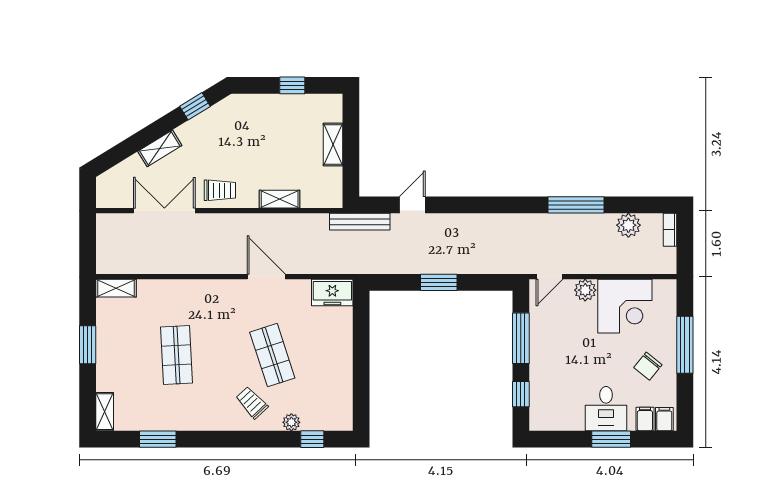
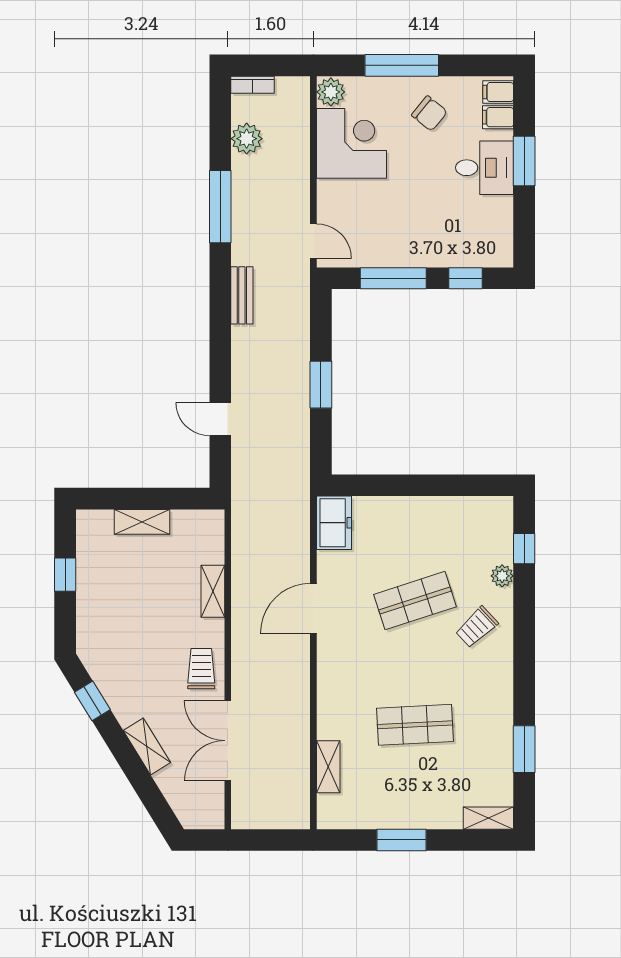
bench: (360, 222) -> (242, 295), moved, width x0.73
shelving: (116, 288) -> (328, 767), moved
plant: (585, 290) -> (331, 92), moved

